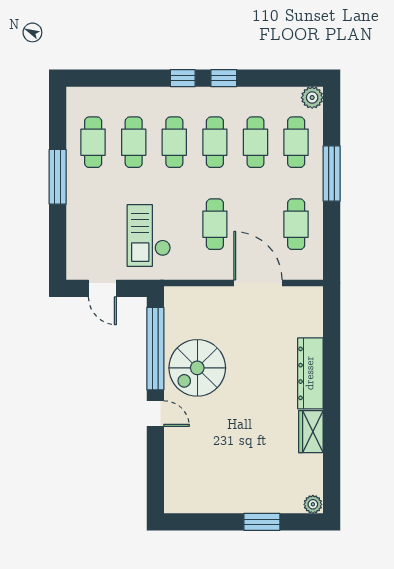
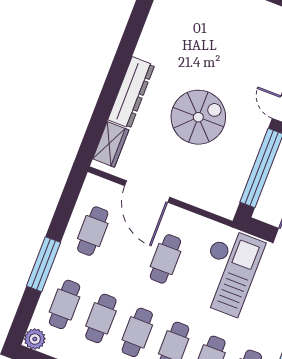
checkout: (149, 236) -> (228, 272), width x1.36, depth x1.21
spiral stairs: (197, 368) -> (198, 117), moved
wardrobe: (311, 432) -> (111, 144), moved

